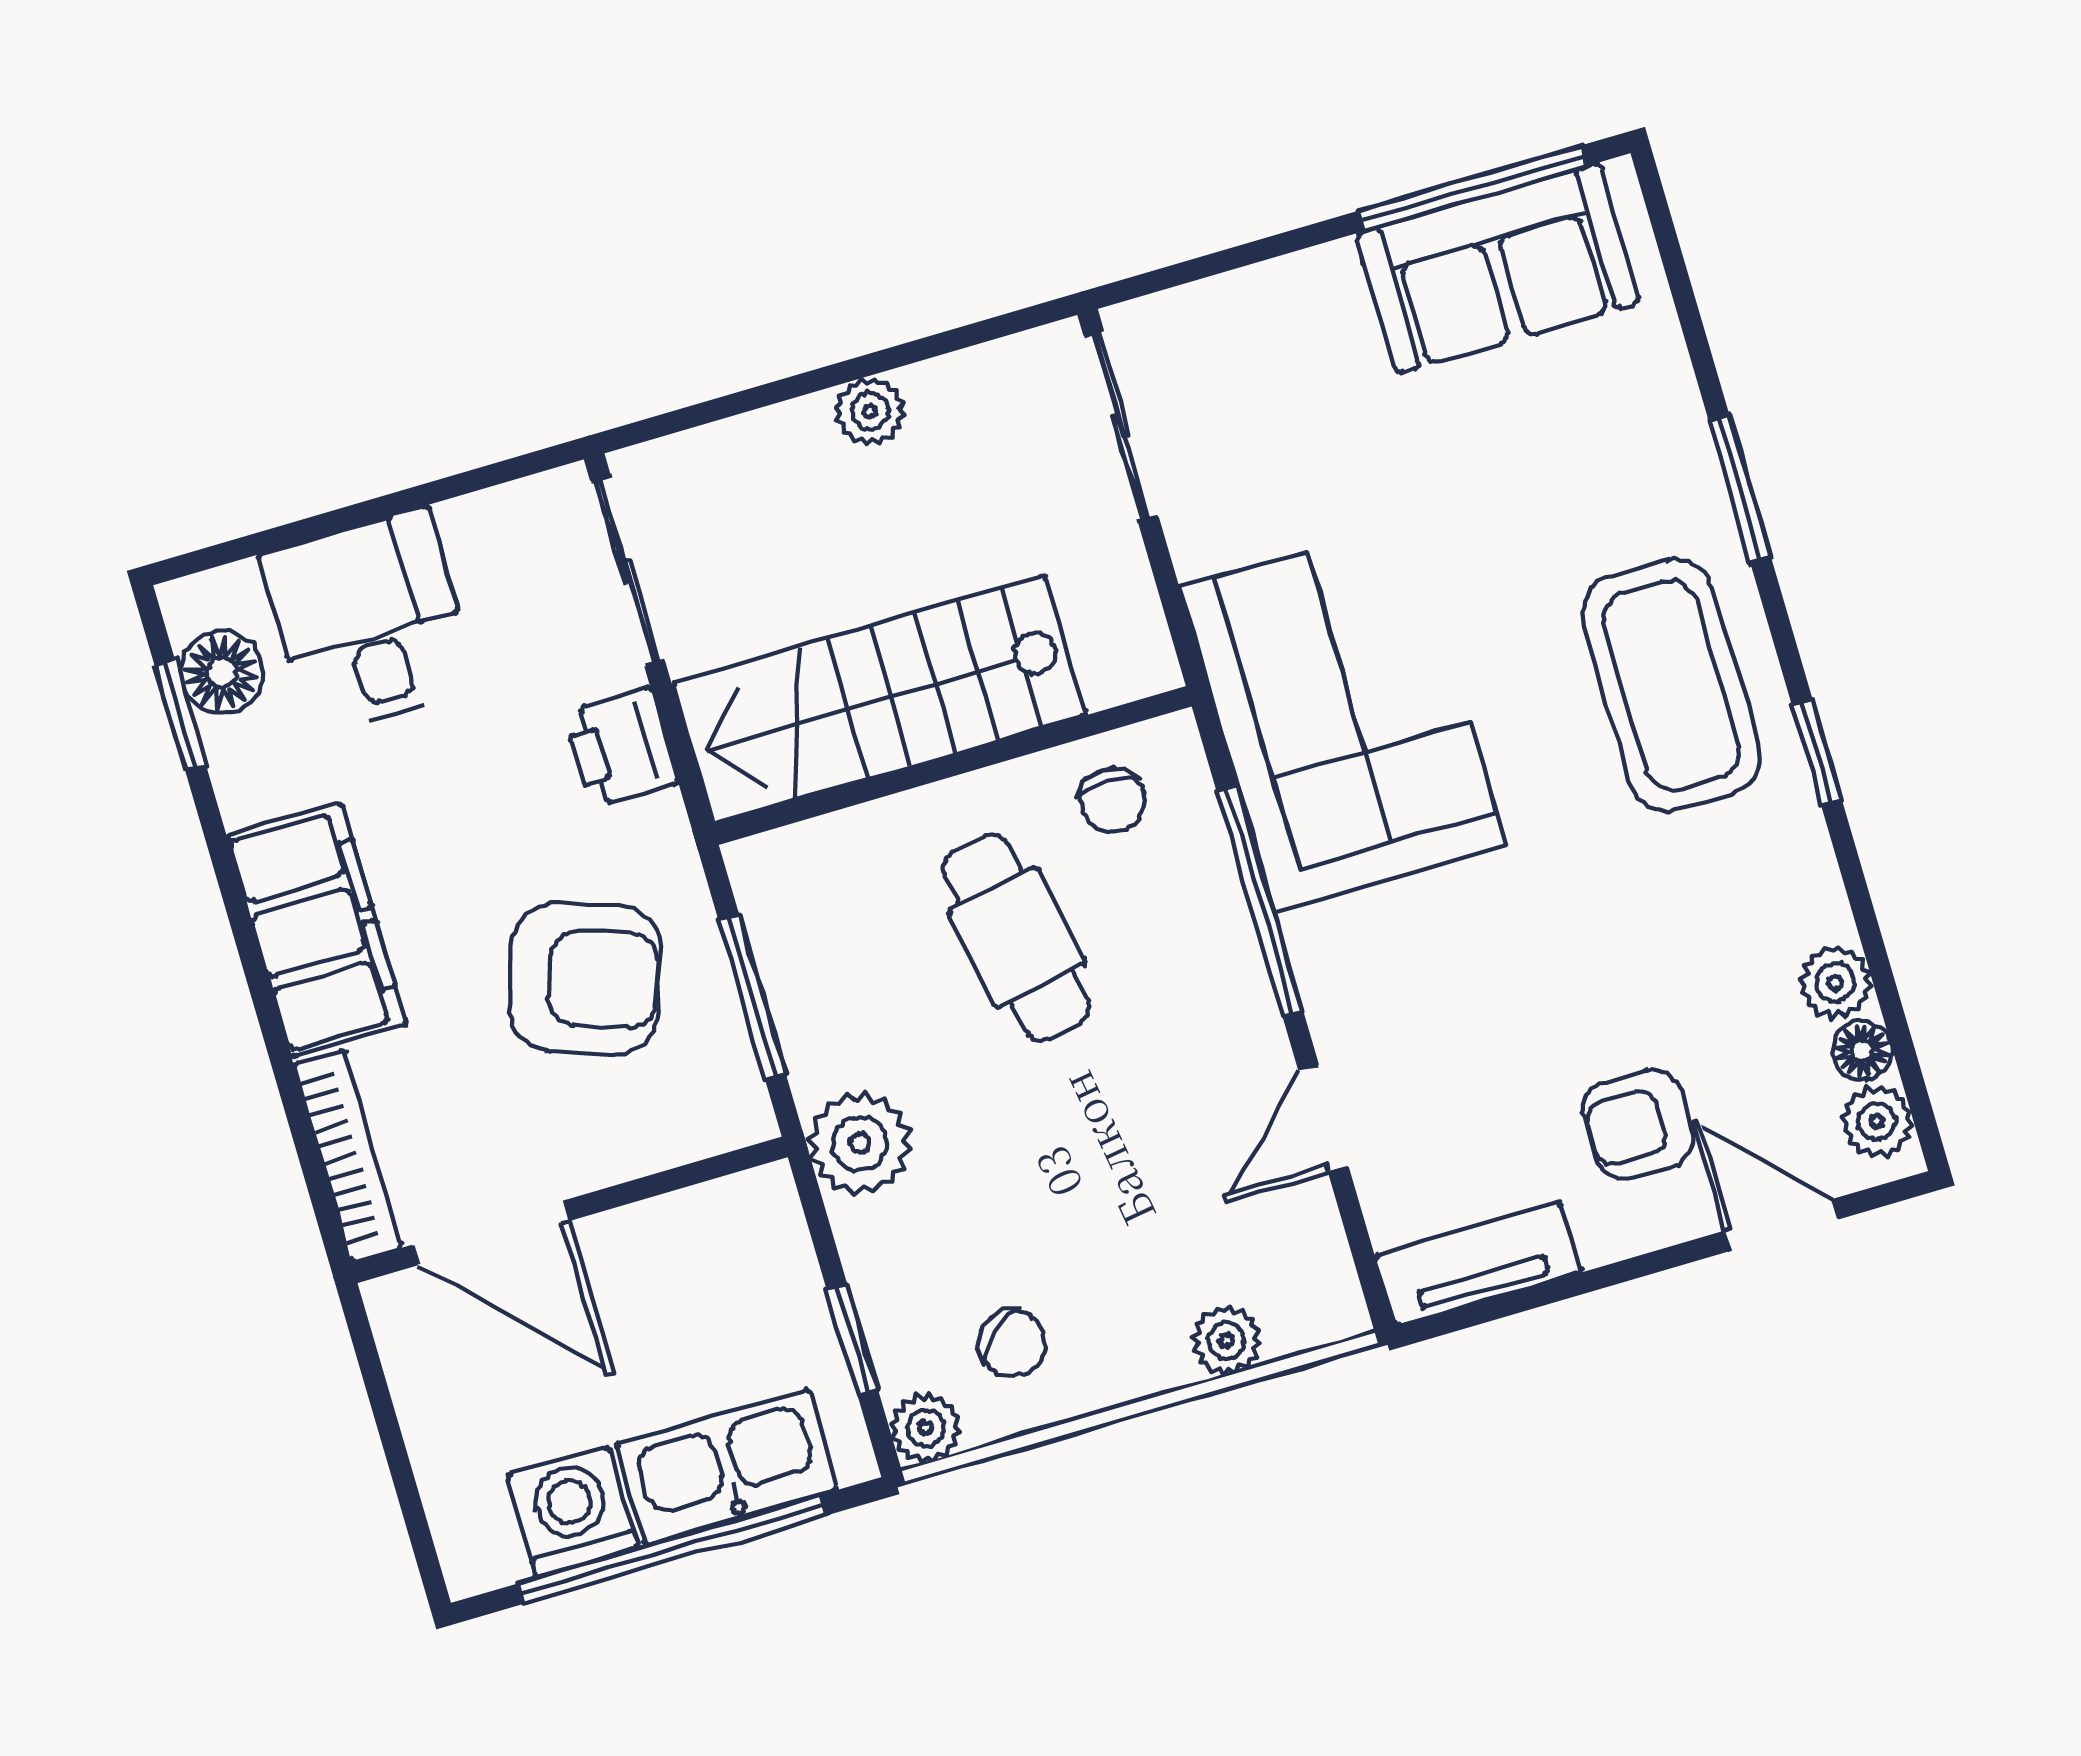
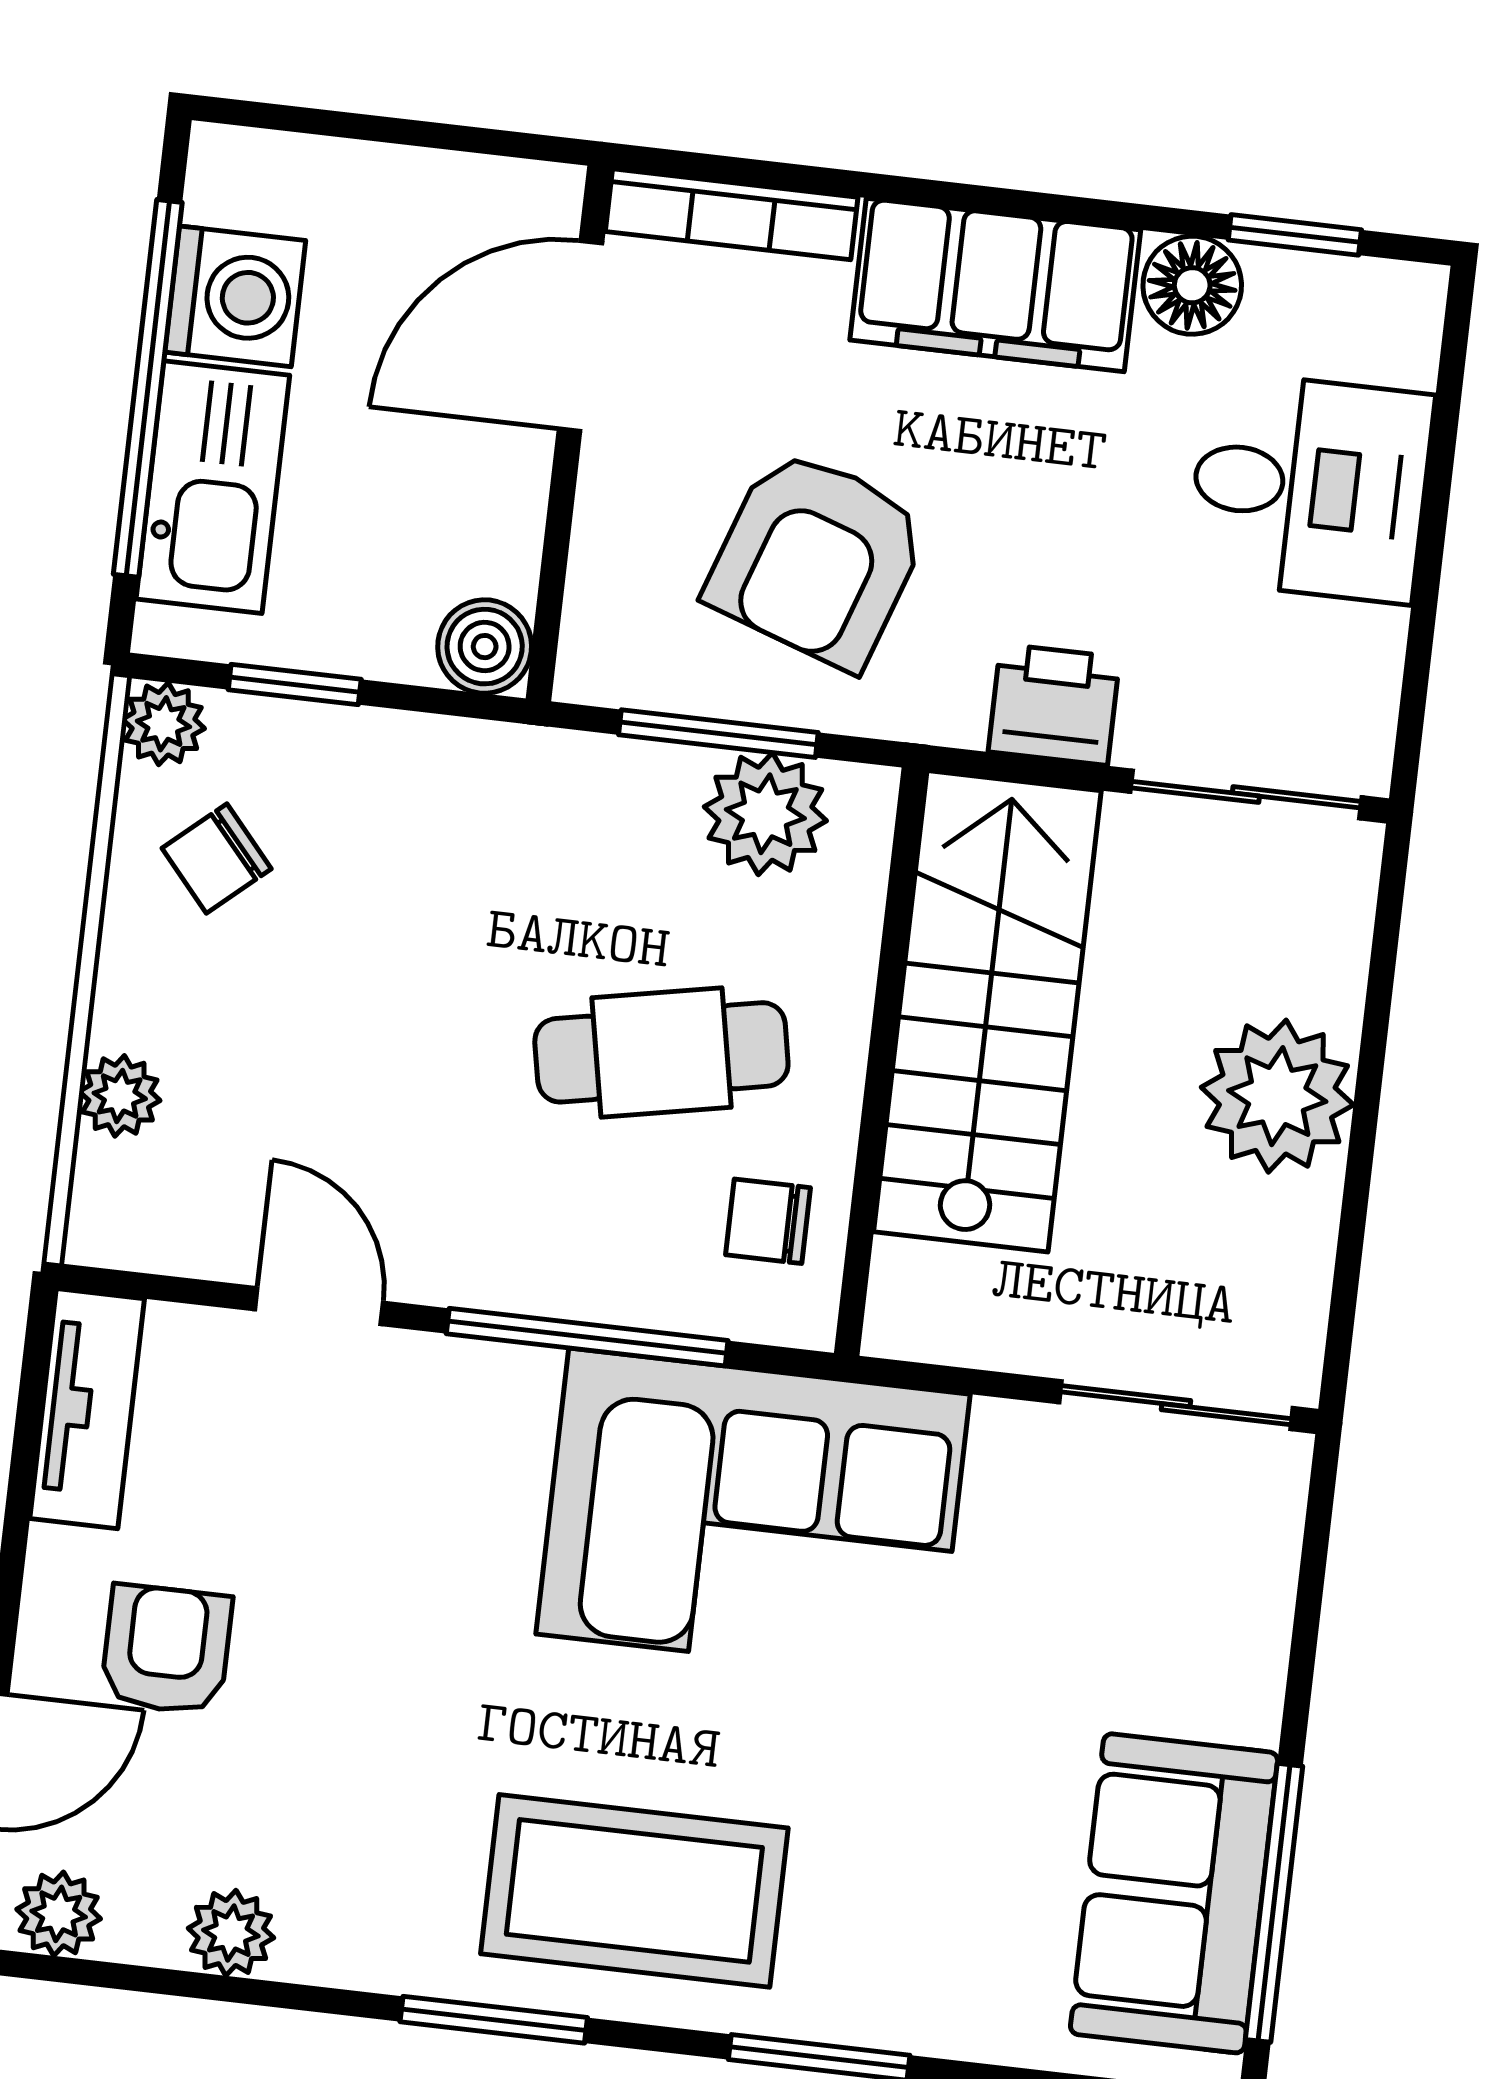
plant: (870, 411) -> (1277, 1096), width x1.88, depth x1.88
floor lamp: (222, 672) -> (1192, 285), moved
window: (1817, 752) -> (494, 2020), width x1.50
floor lamp: (1862, 1051) -> (144, 1931), removed
plant: (860, 1144) -> (765, 814), moved
boiler: (761, 1206) -> (485, 647), added

